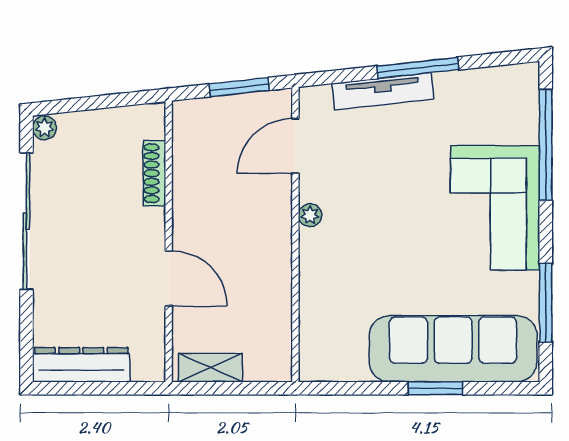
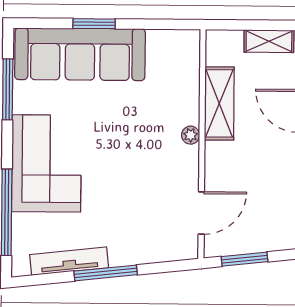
tv unit: (383, 91) -> (69, 261), moved
plant: (310, 215) -> (191, 135), moved
shelving: (273, 287) -> (219, 103), added

